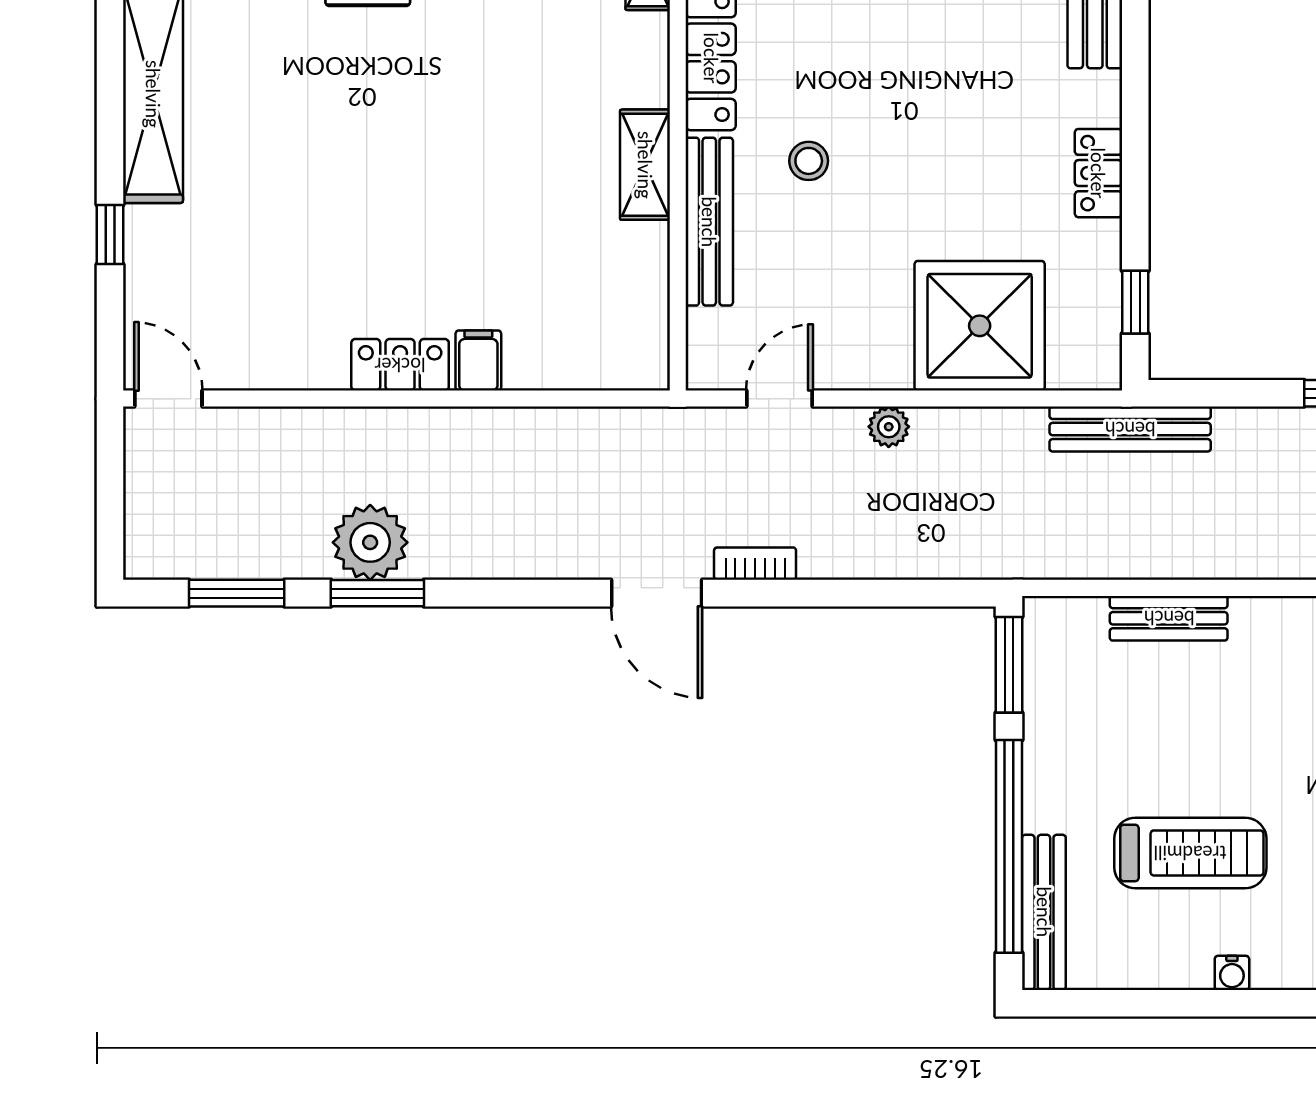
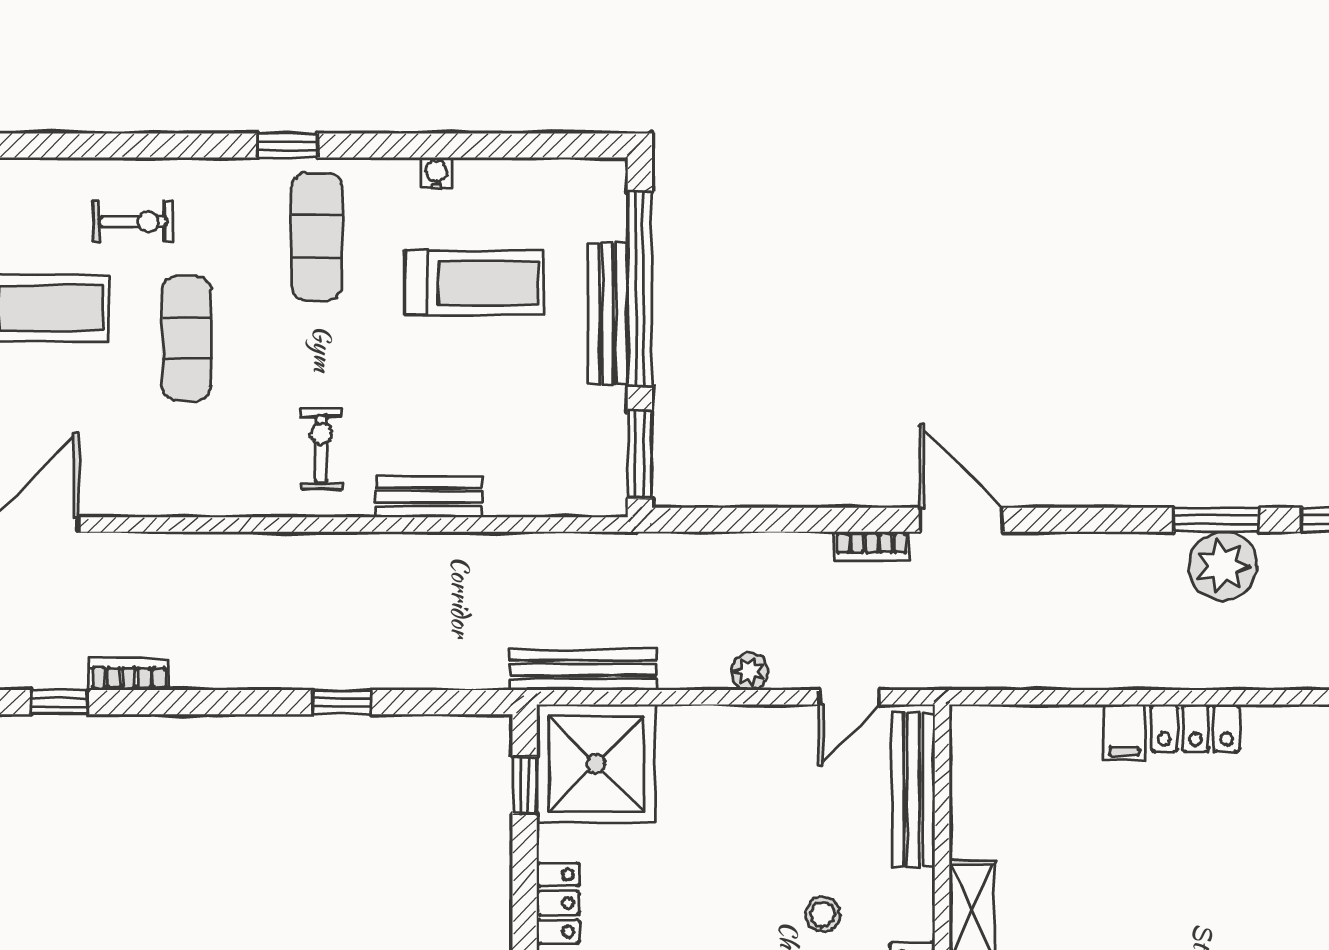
bench: (709, 222) -> (913, 790), moved
shower: (980, 326) -> (596, 764), moved
bench: (1130, 429) -> (583, 669), moved
bench: (1169, 618) -> (429, 497), moved
treadmill: (1190, 853) -> (474, 283), turned 180
bench: (1044, 912) -> (608, 314), moved

